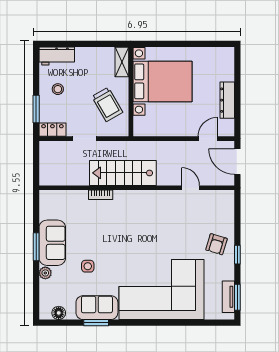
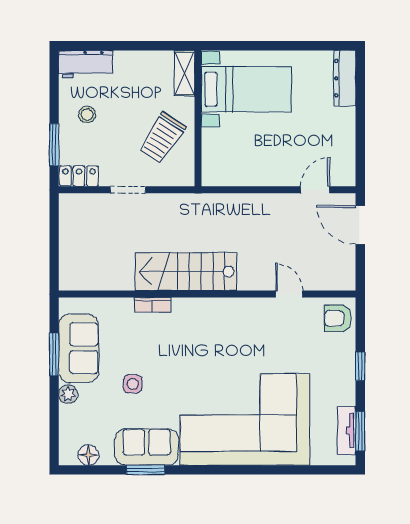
bed with nightstands: (162, 81) -> (246, 89), width x0.73
dresser: (227, 100) -> (345, 78), moved
trolley: (107, 104) -> (162, 138), turned 63
stairs: (123, 173) -> (186, 272), moved
wall: (137, 188) -> (207, 294), moved
door: (191, 188) -> (289, 294), moved
bookcase: (101, 195) -> (152, 305), moved
armchair: (216, 244) -> (338, 318), moved, turned 73

